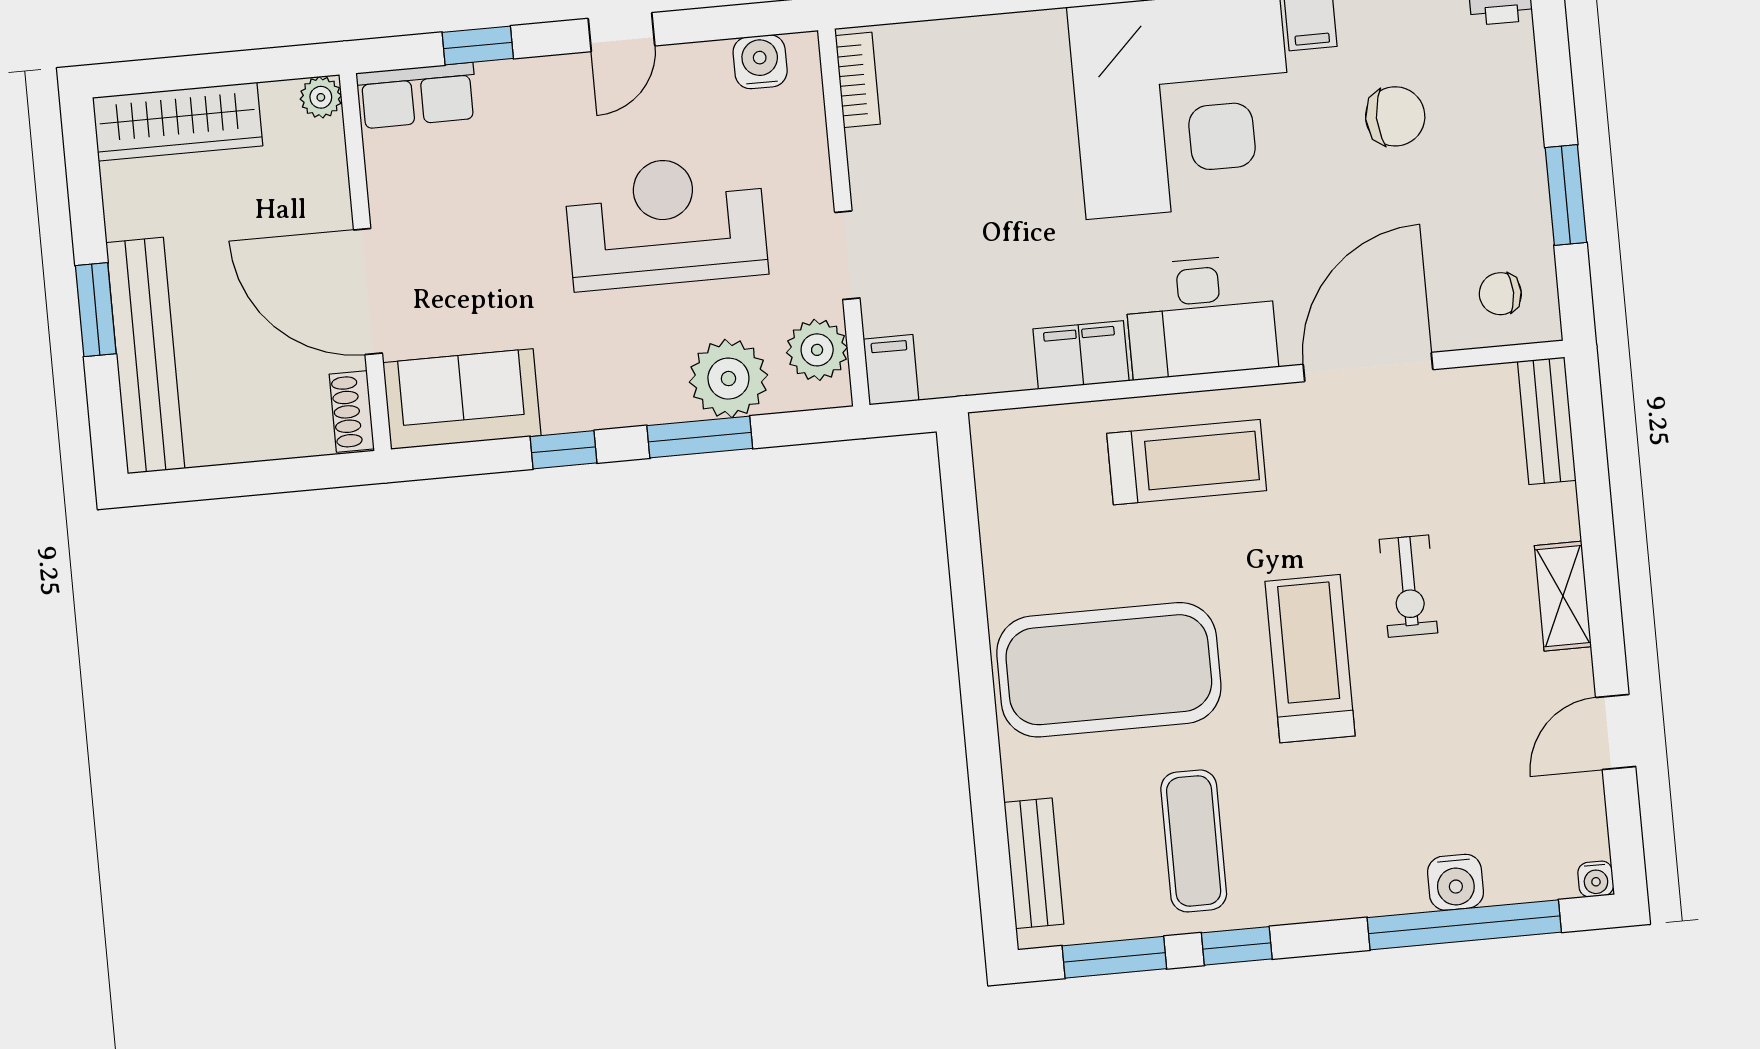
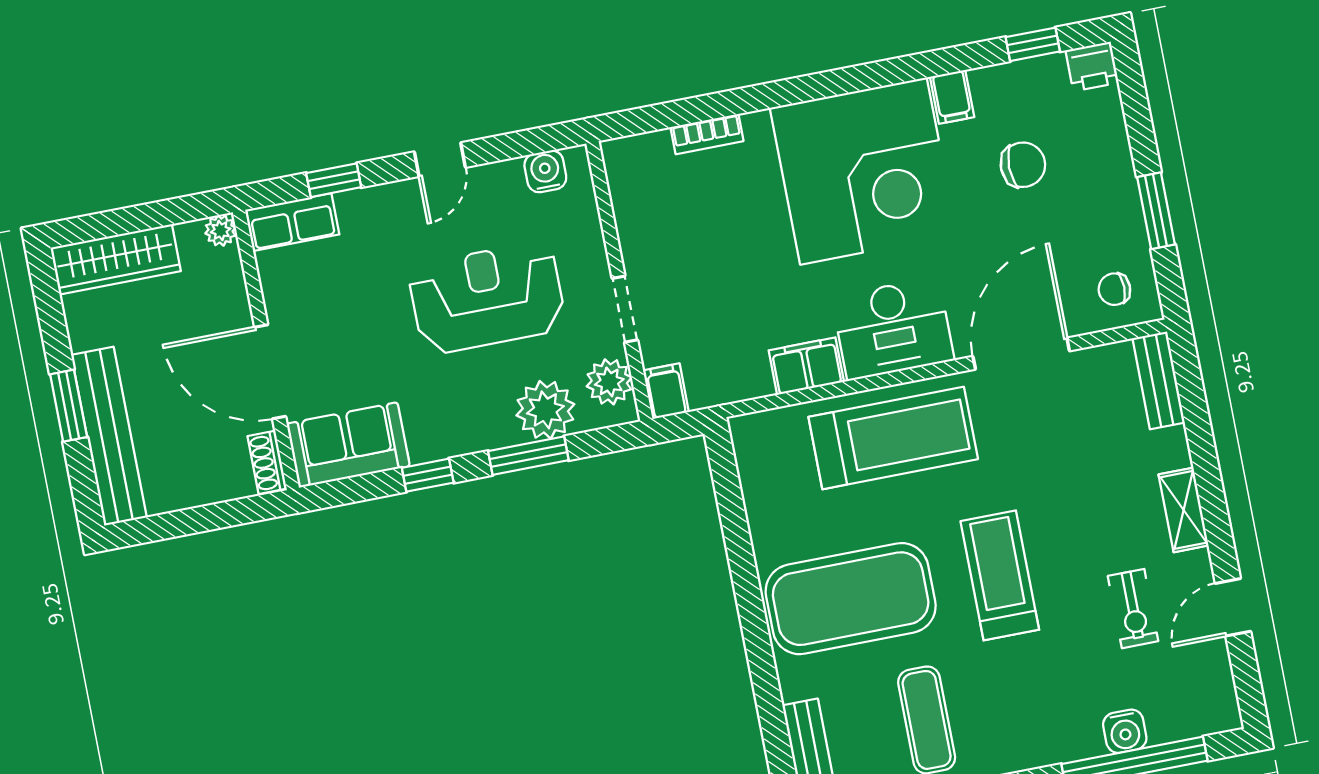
bookcase: (858, 80) -> (707, 134), moved, turned 90
treadmill: (1187, 462) -> (893, 438), width x1.37, depth x1.38
exercise bike: (1409, 586) -> (1133, 609), moved
water cooler: (1596, 879) -> (1229, 718), removed

